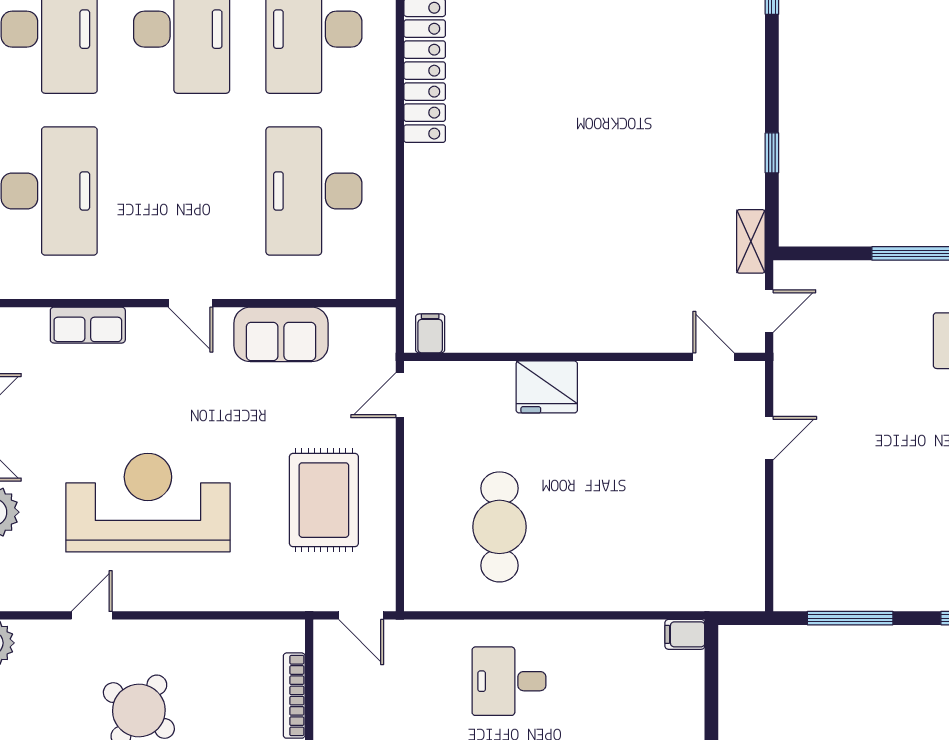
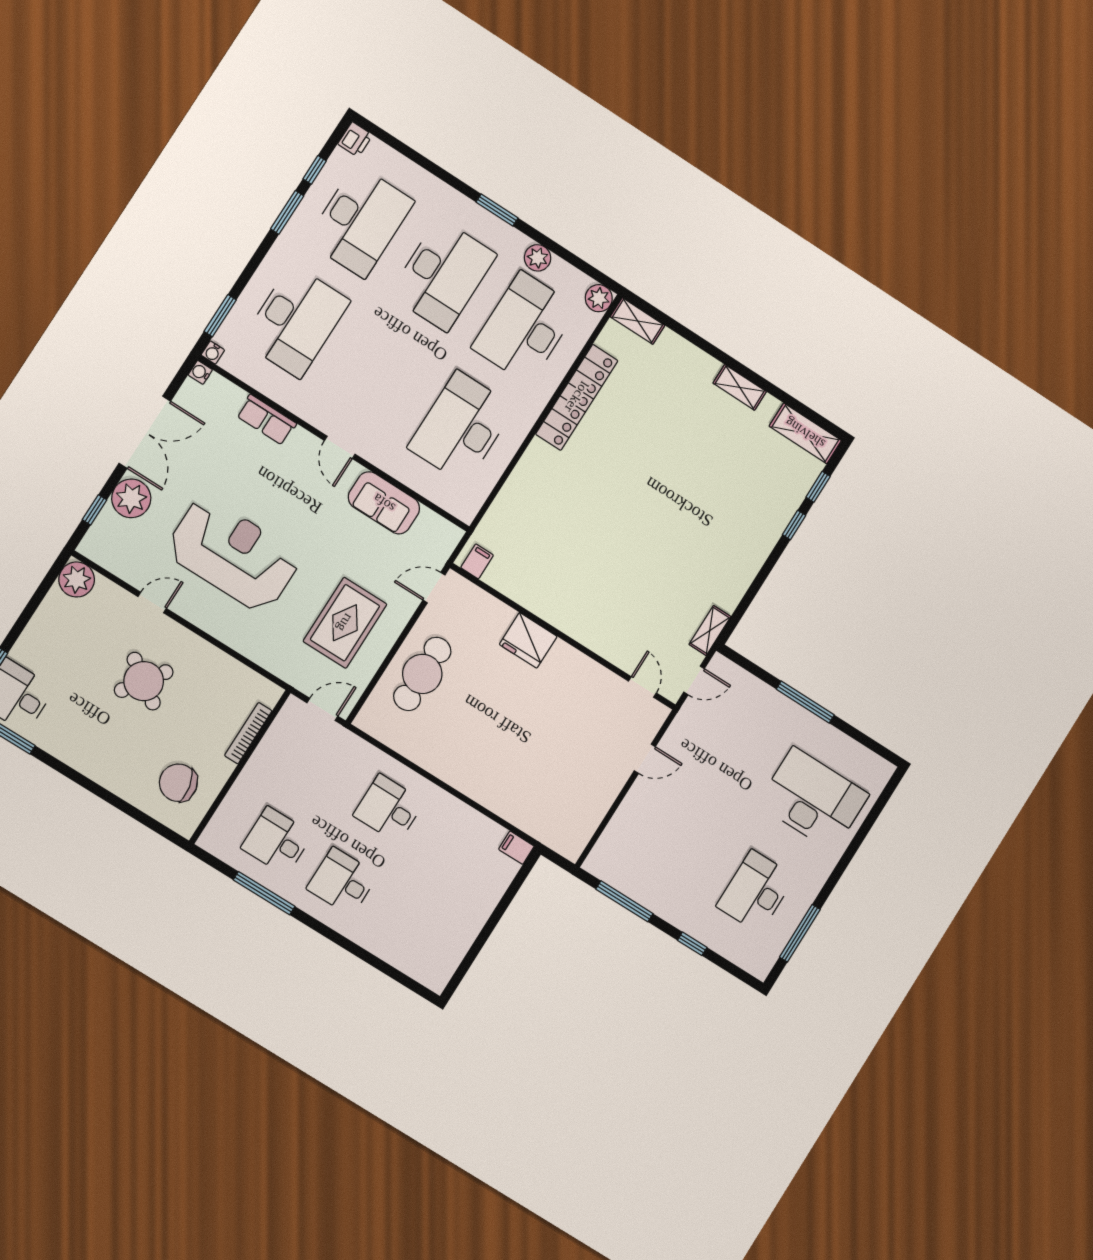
window: (772, 153) -> (794, 525), moved
cafe table: (499, 527) -> (422, 674), moved
door: (361, 615) -> (322, 709), swing flipped

